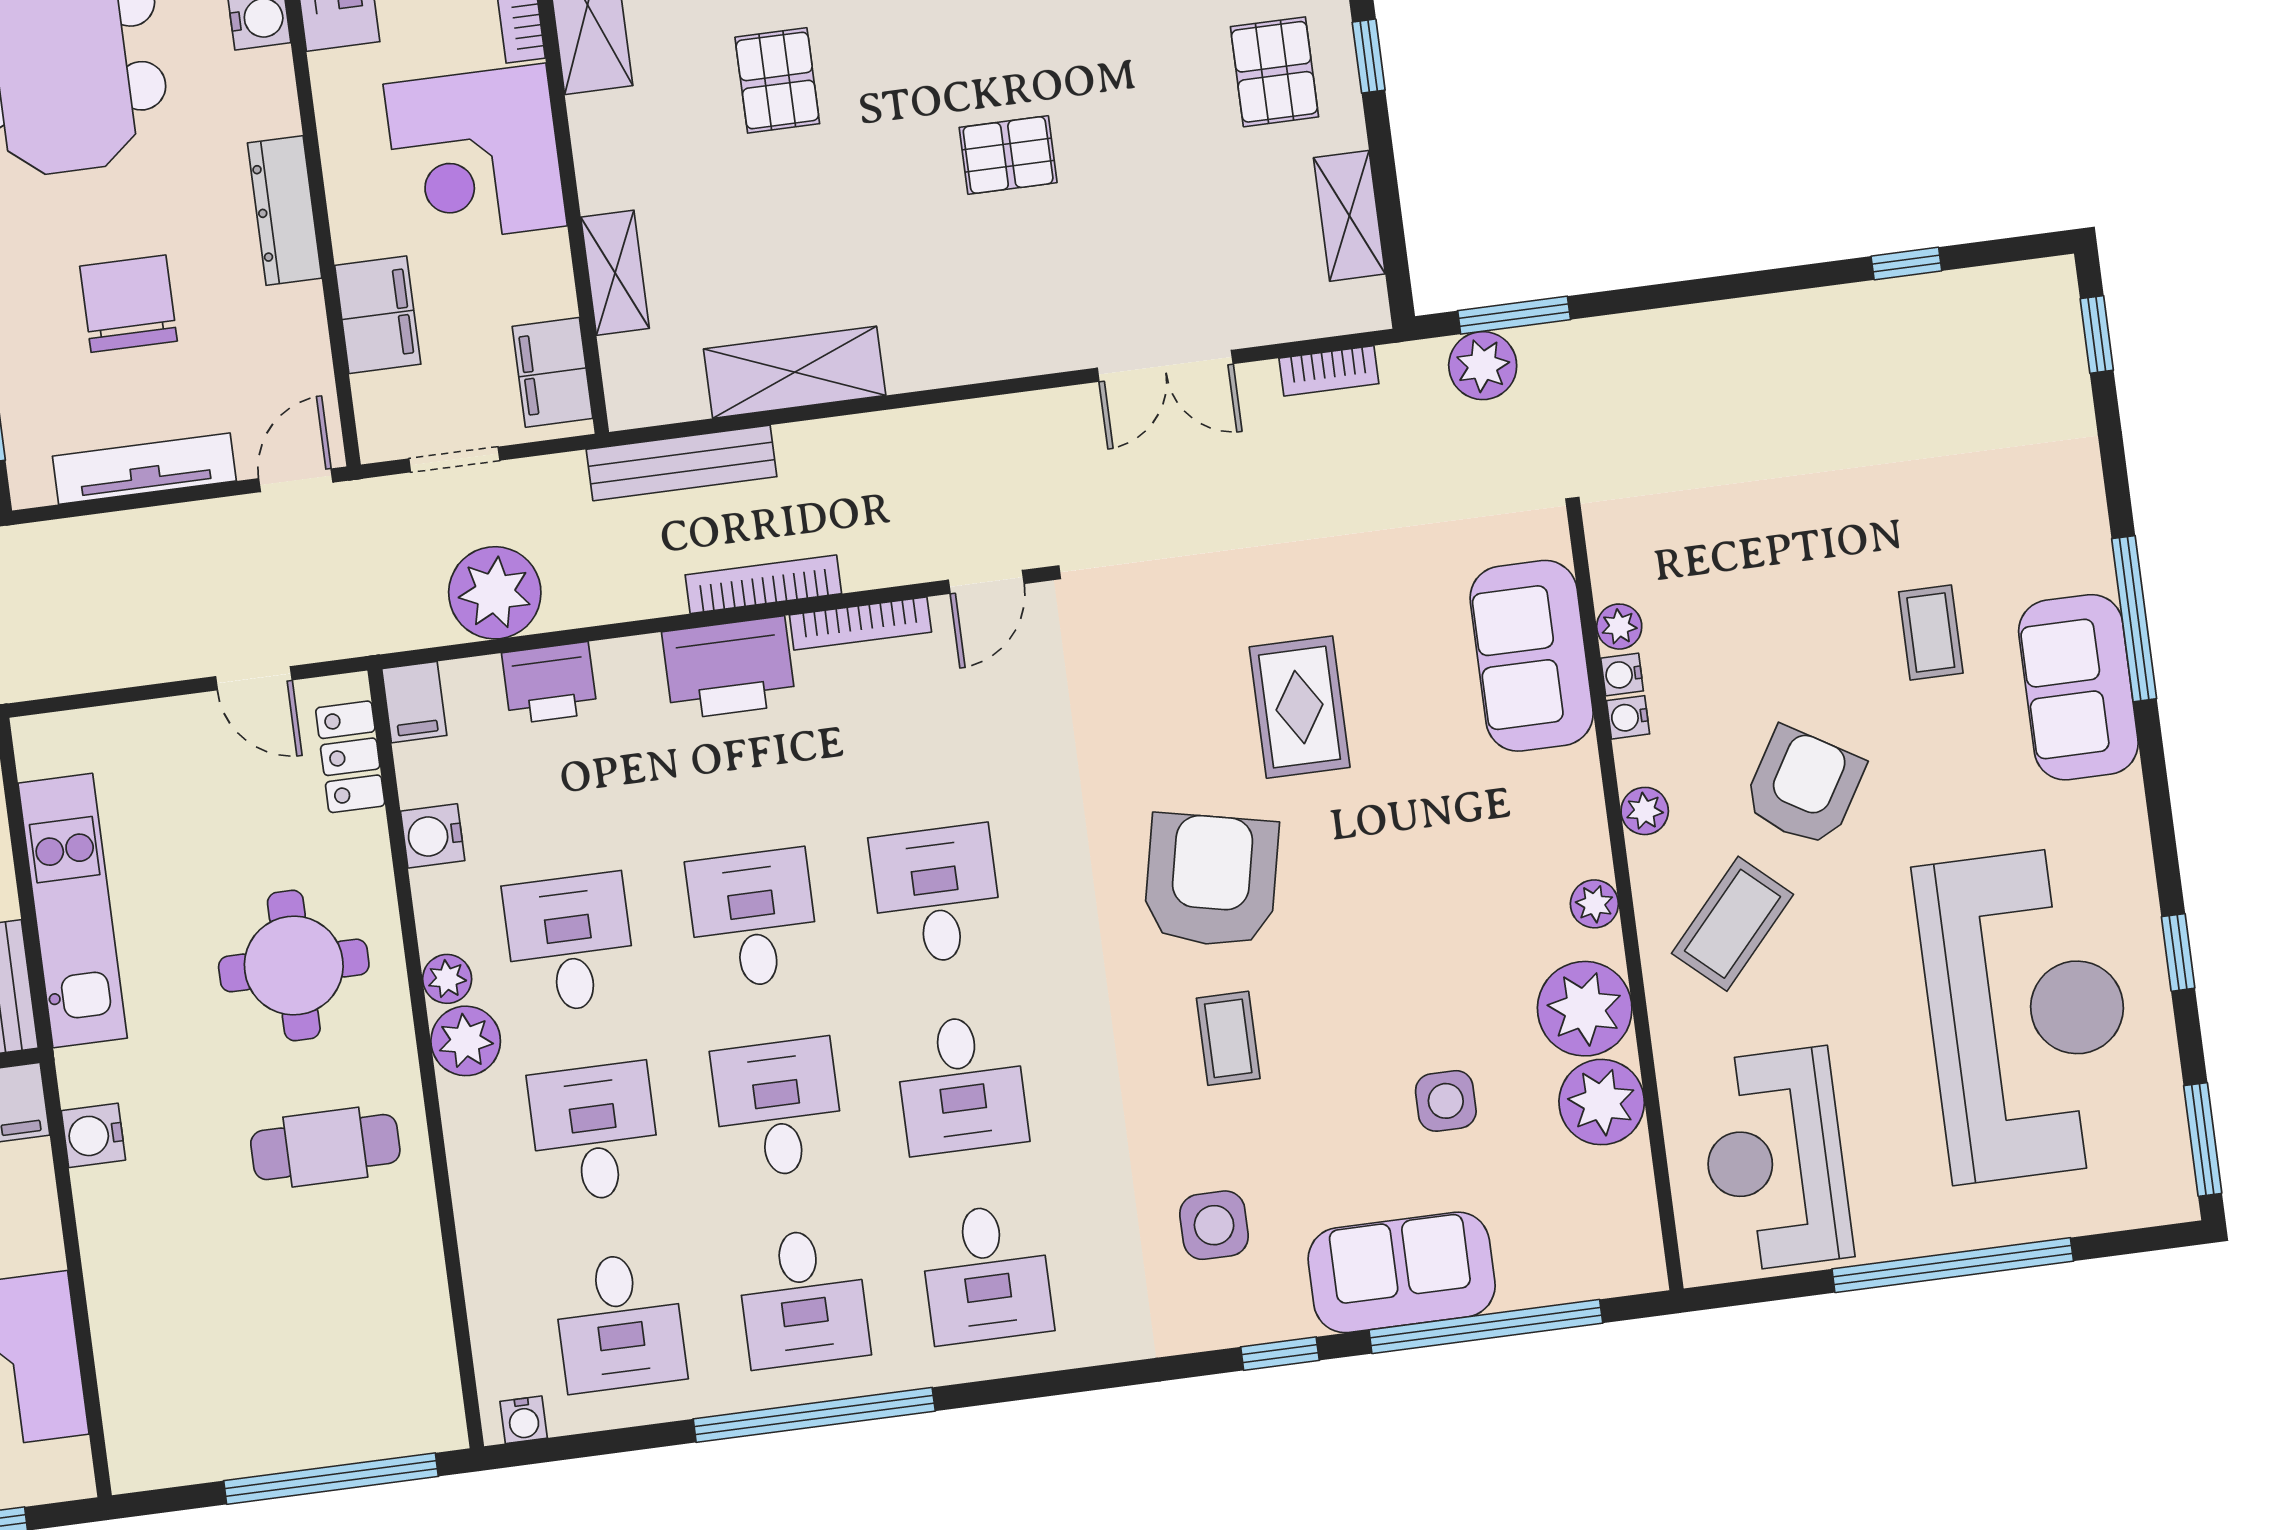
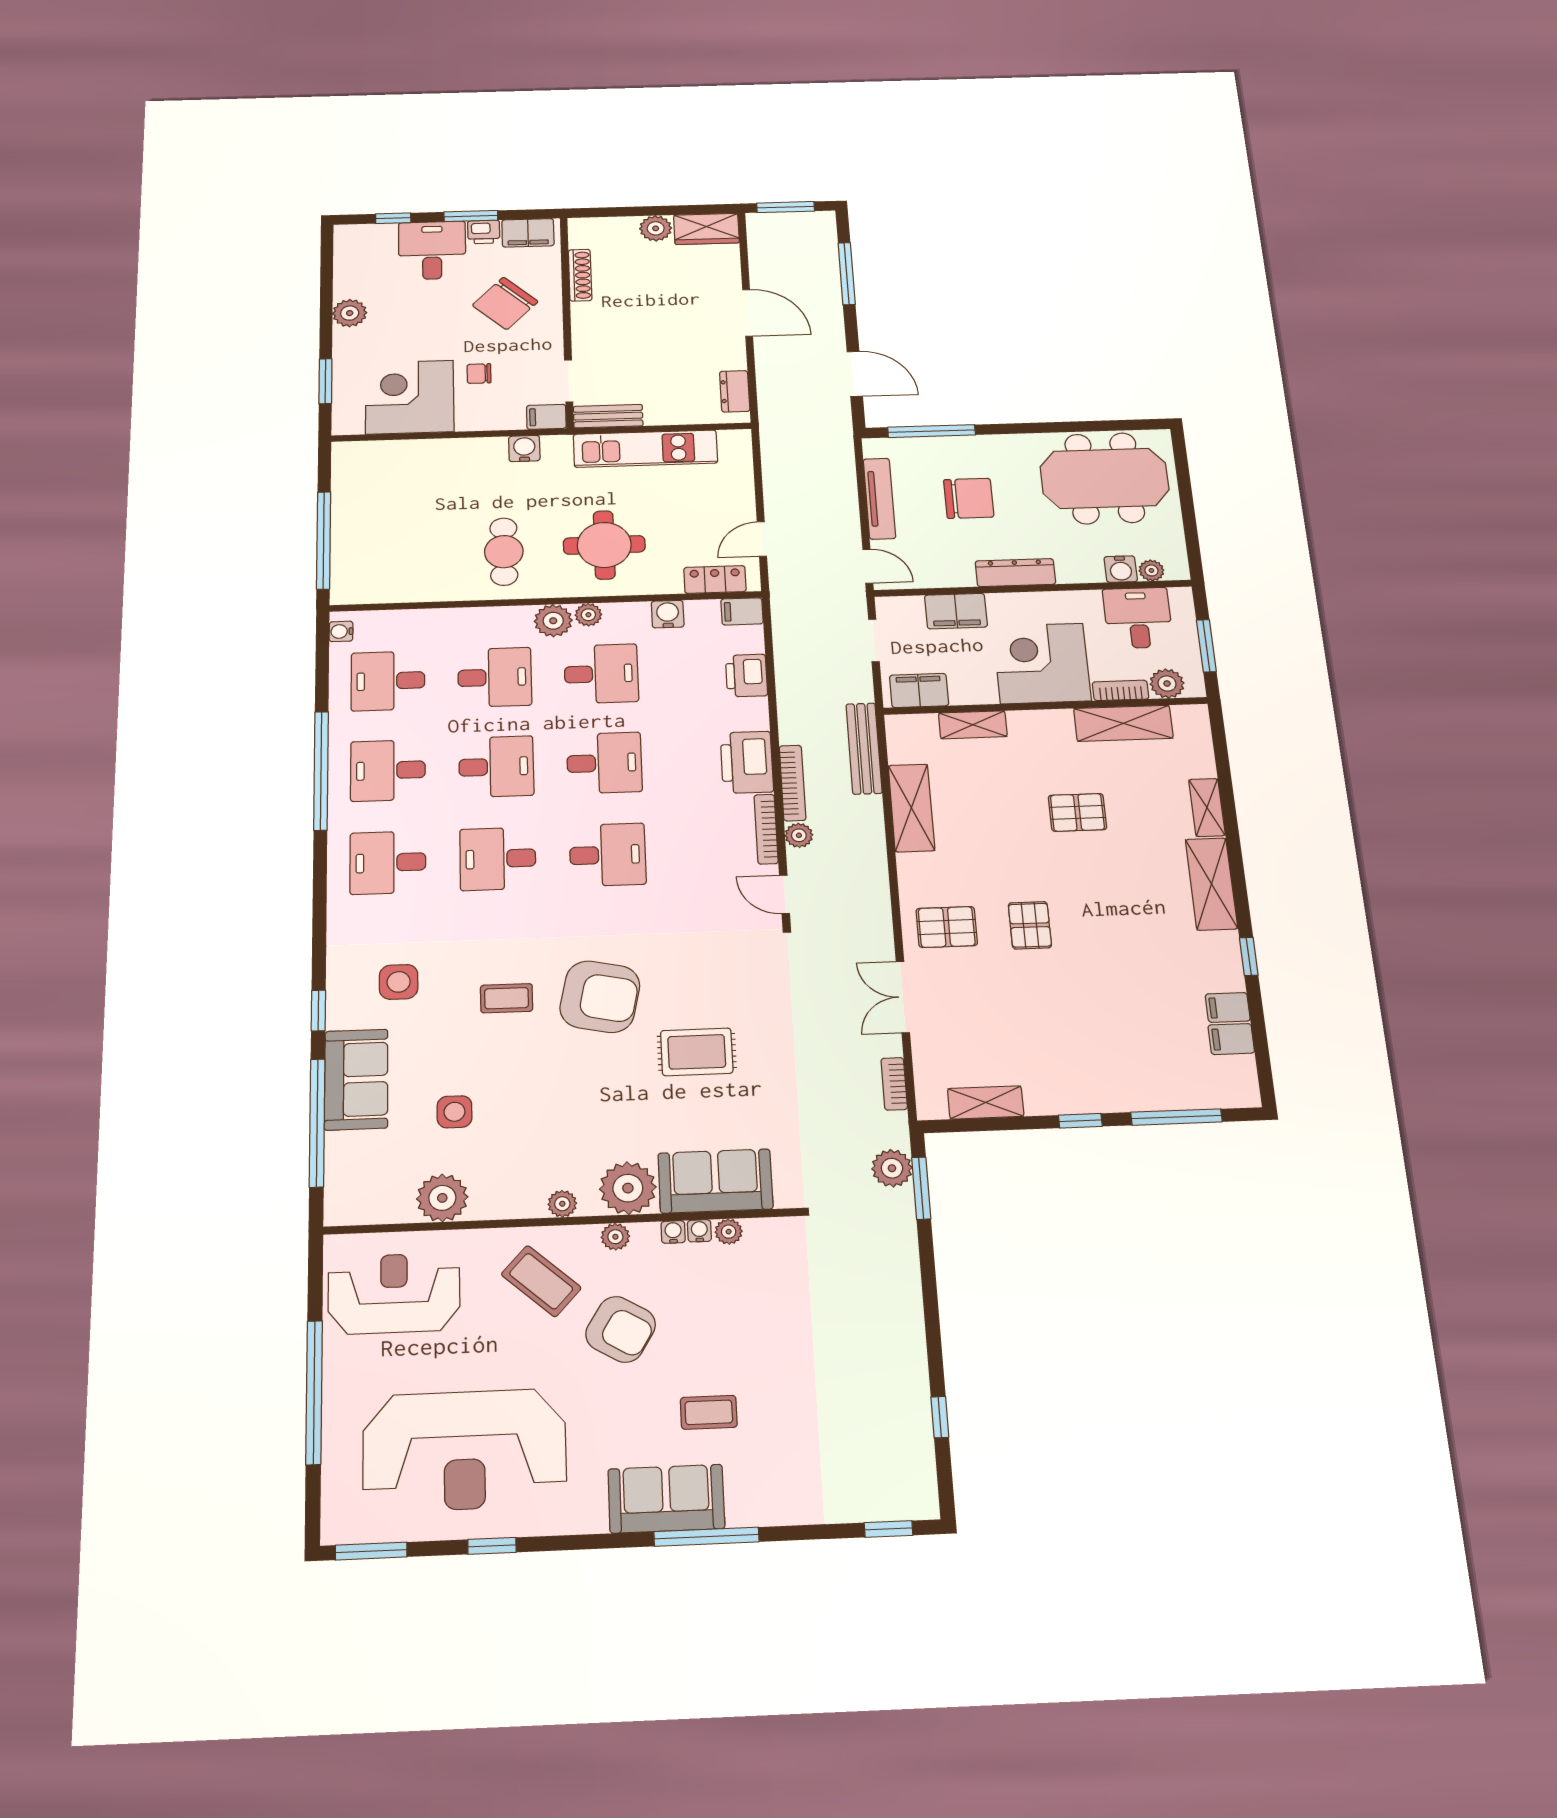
pallet: (1274, 72) -> (947, 927), moved
plant: (495, 593) -> (799, 835), moved, width x0.53, depth x0.53
plant: (1585, 1009) -> (628, 1188), moved

